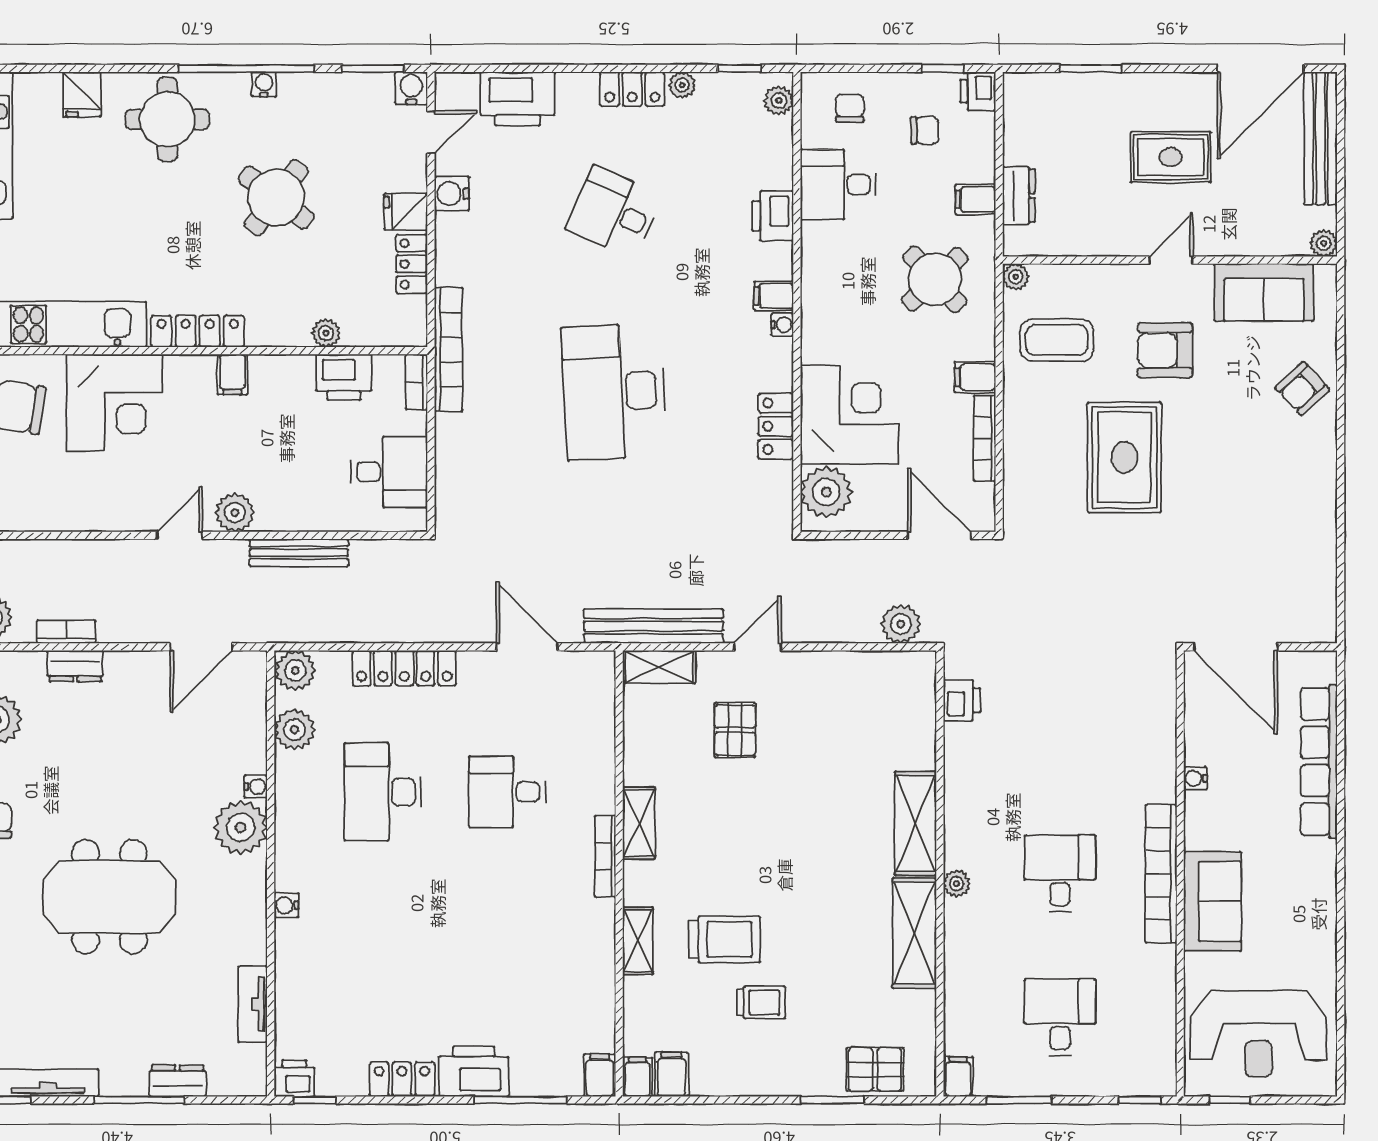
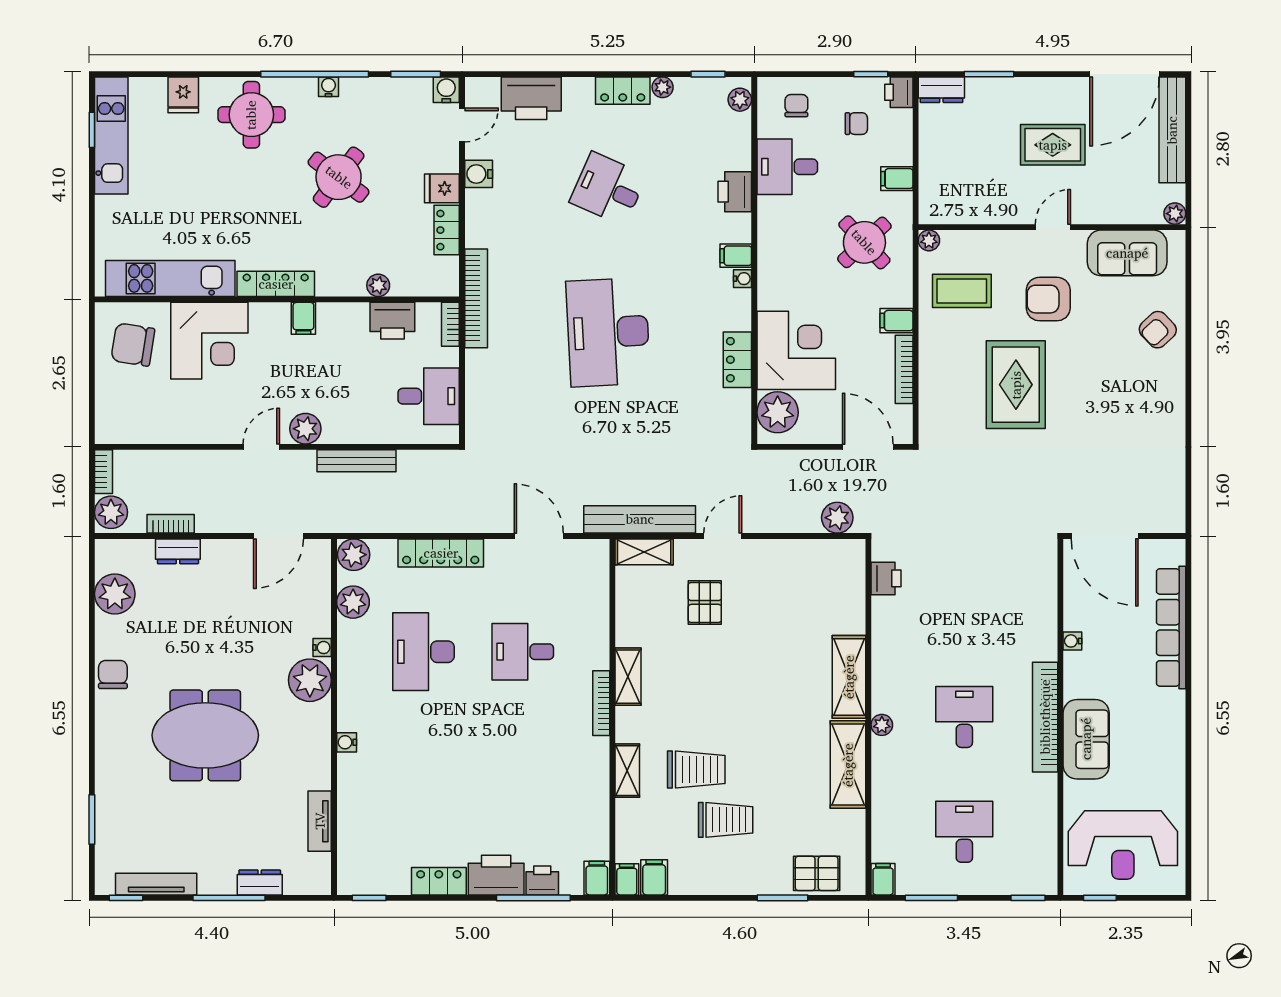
dresser: (1019, 196) -> (941, 90), moved, turned 90
trolley: (761, 1002) -> (726, 820), width x1.36, depth x1.39
printer: (294, 1078) -> (542, 880), moved

